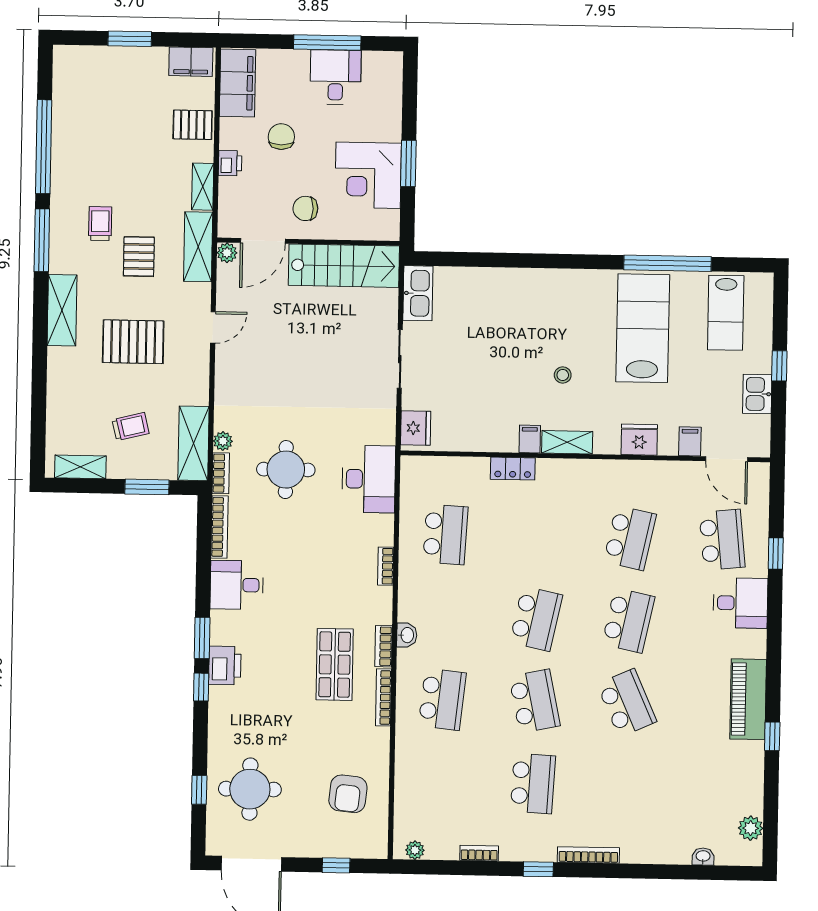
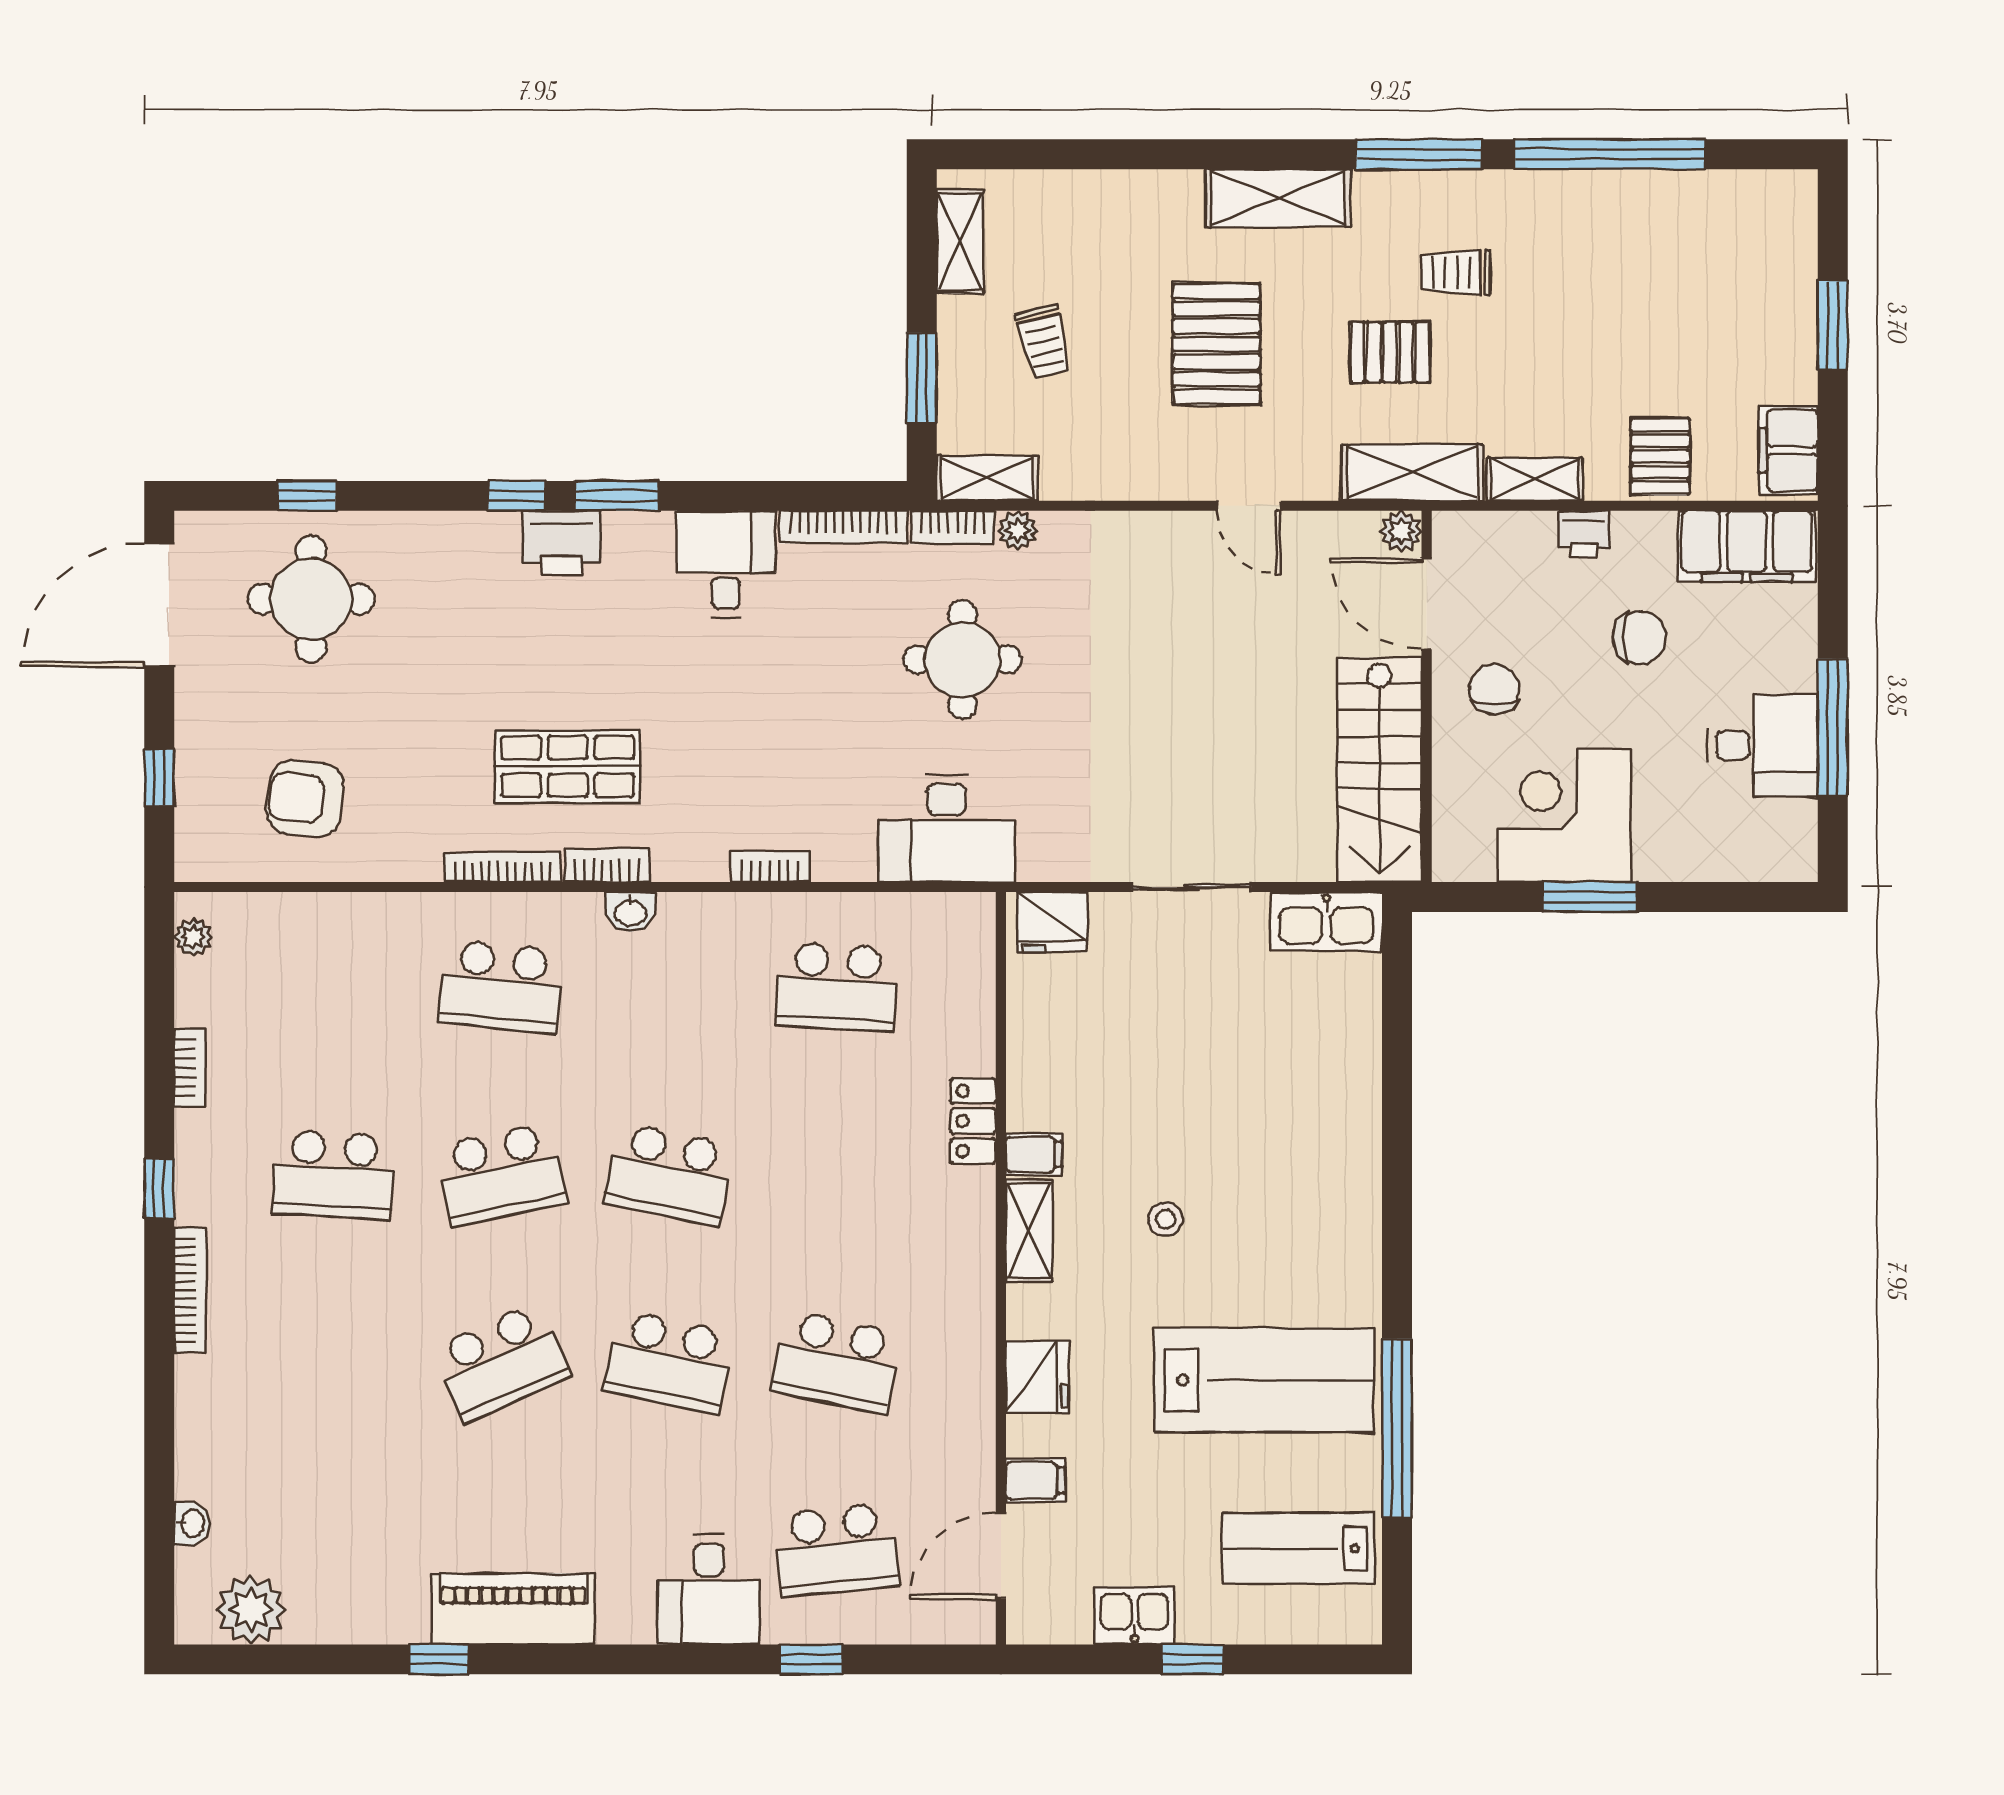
trolley: (100, 224) -> (1456, 272), turned 180
shelving: (193, 443) -> (987, 478), width x0.67, depth x0.75
plant: (751, 828) -> (251, 1610), width x1.36, depth x1.36

